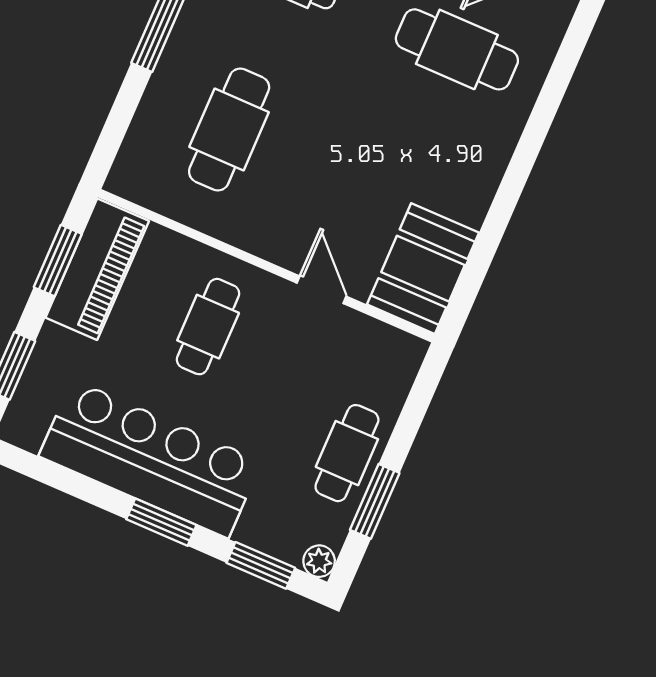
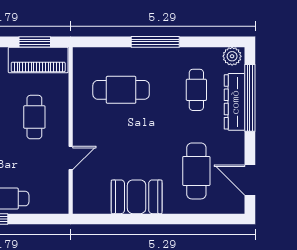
booth: (423, 269) -> (137, 197), moved
cafe table: (208, 327) -> (34, 117), turned 90

